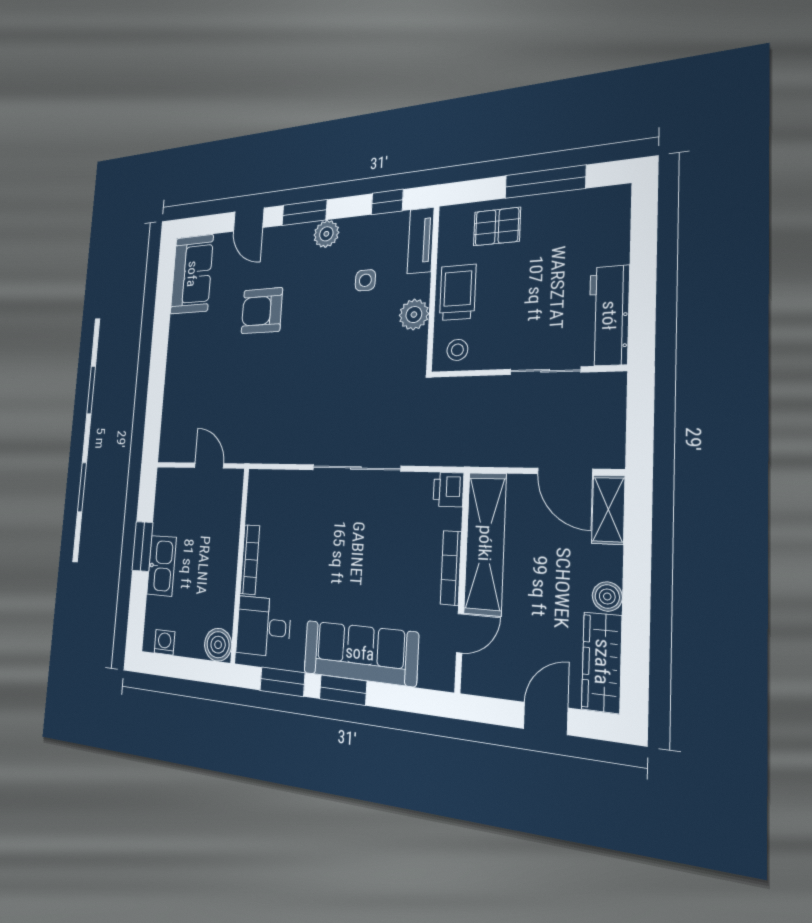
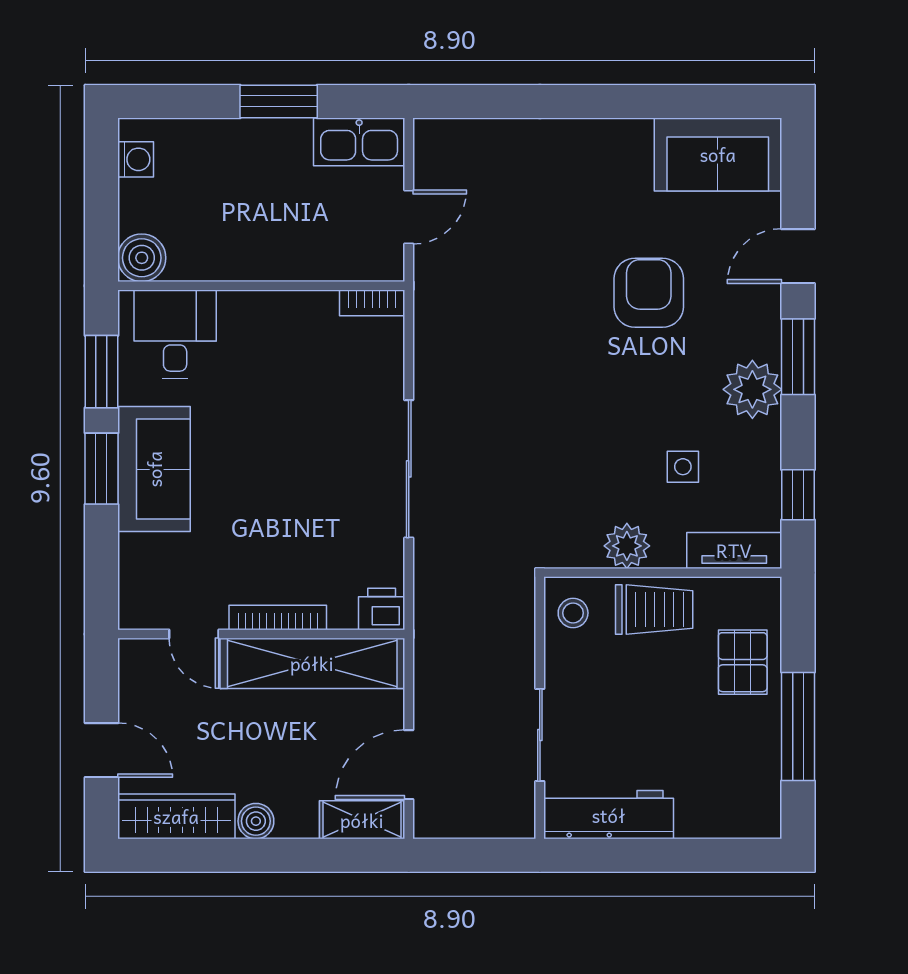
plant: (326, 234) -> (752, 389), width x1.36, depth x1.36
bookcase: (250, 560) -> (372, 303), moved, width x0.64
kitchen sink: (162, 566) -> (359, 142), moved
sofa: (360, 653) -> (154, 469), width x0.73

